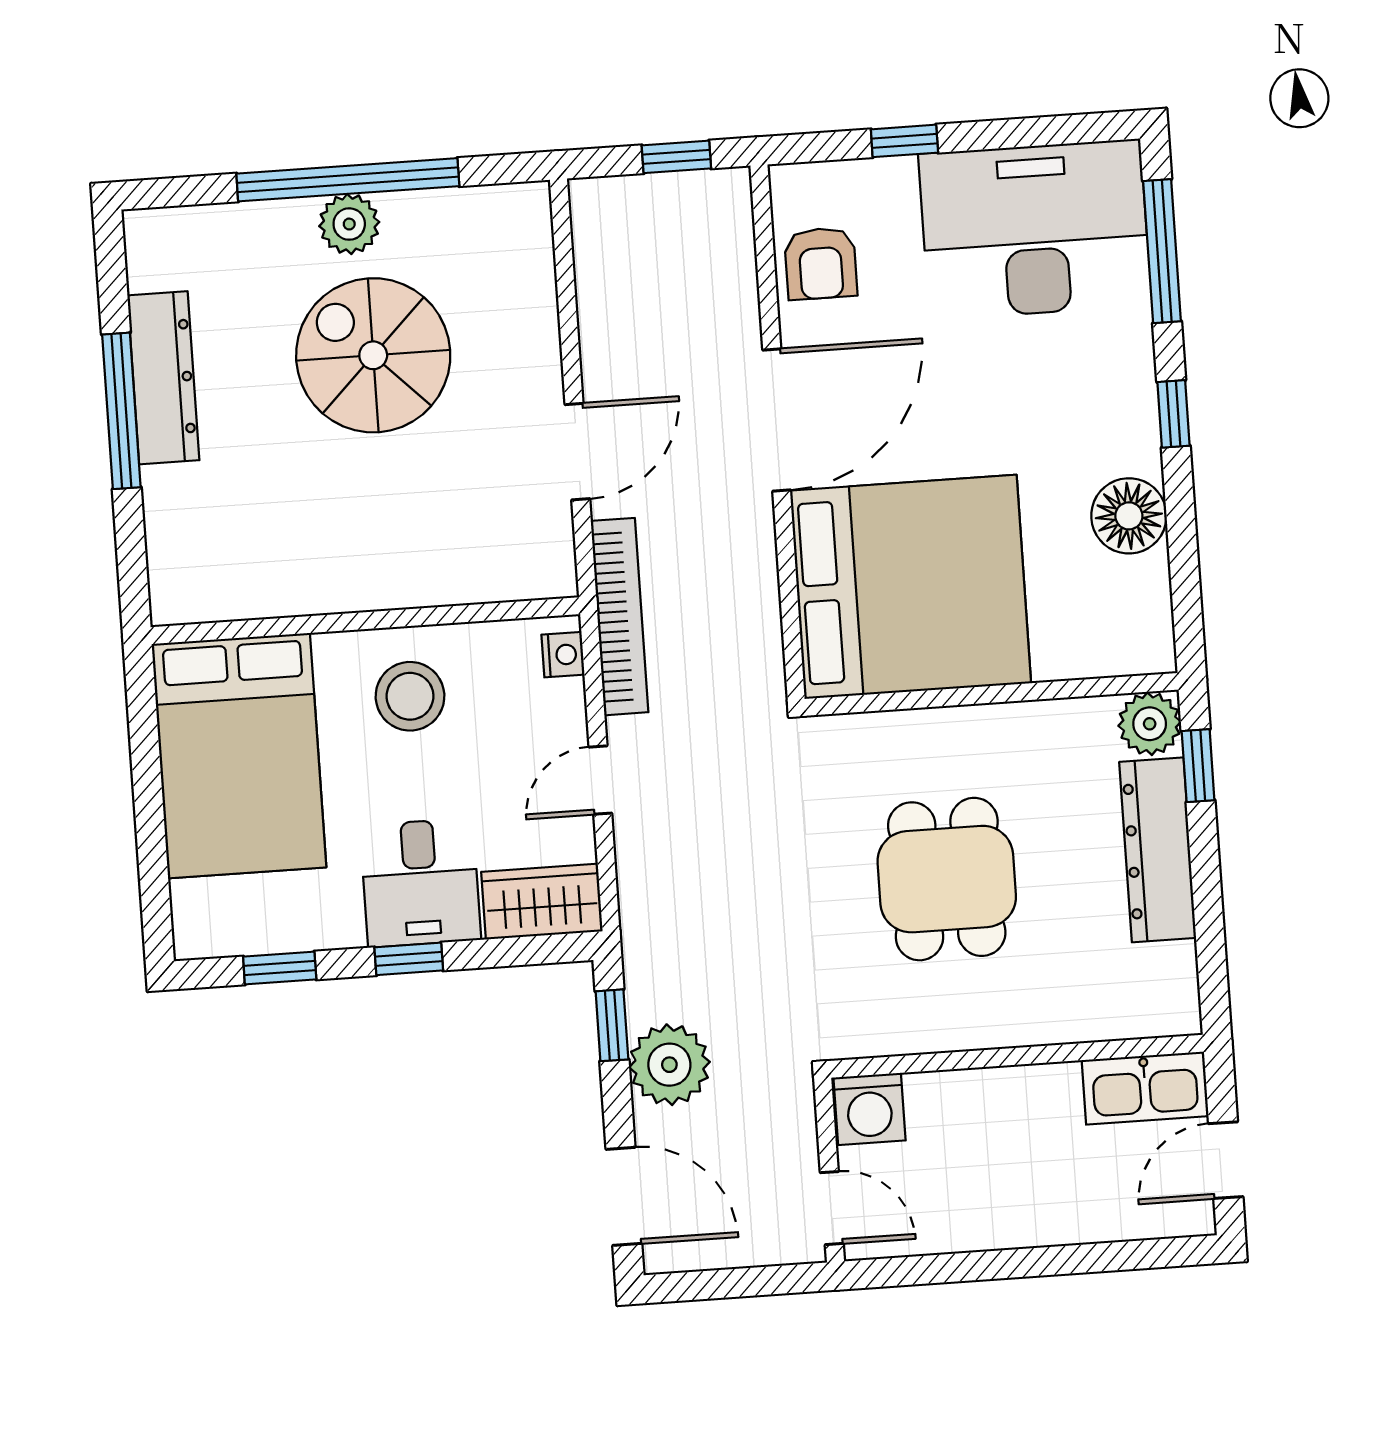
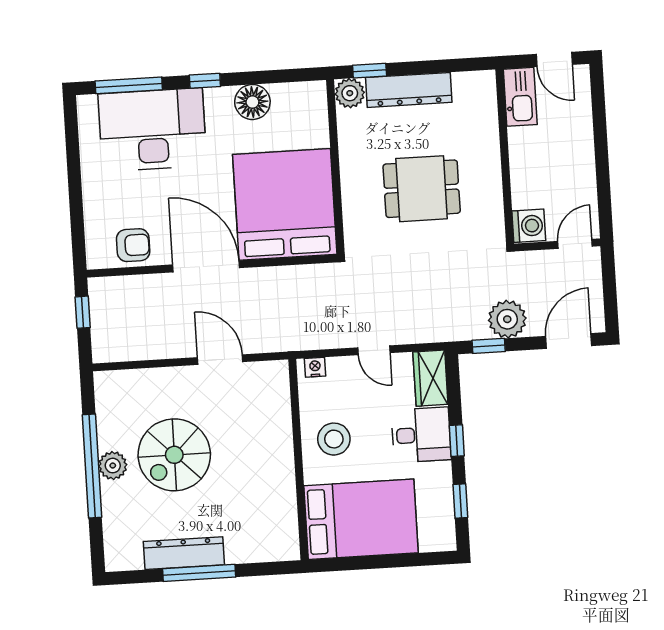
window: (904, 141) -> (76, 205), removed
desk: (1035, 229) -> (152, 130), moved, turned 90
bookcase: (620, 617) -> (297, 341), removed

